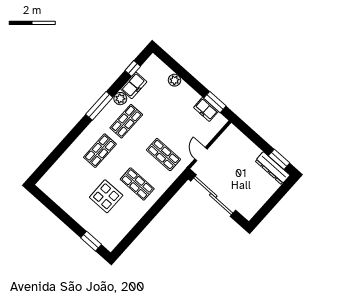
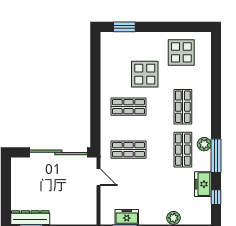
plant: (120, 99) -> (204, 144), moved
window: (99, 106) -> (216, 156), moved
display table: (68, 189) -> (181, 52), added

